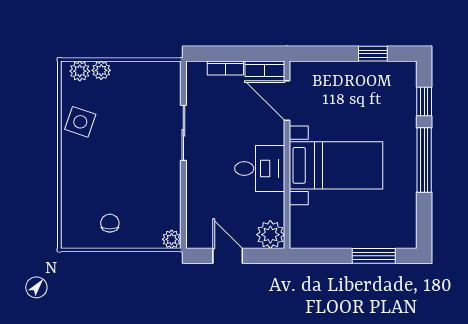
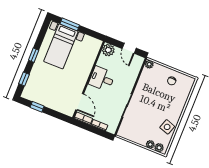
window: (424, 160) -> (34, 55), width x0.46
bed with nightstands: (336, 165) -> (61, 46), moved, turned -90

